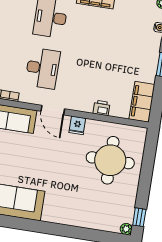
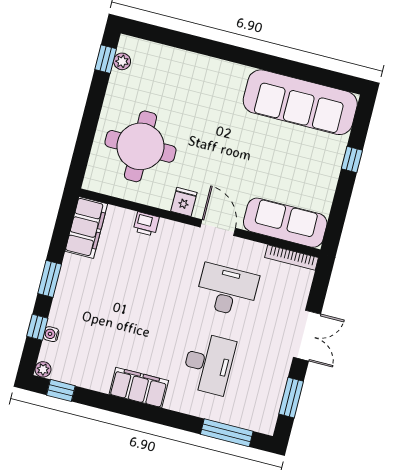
desk: (43, 68) -> (227, 290), turned 90
plant: (126, 229) -> (122, 61), moved

